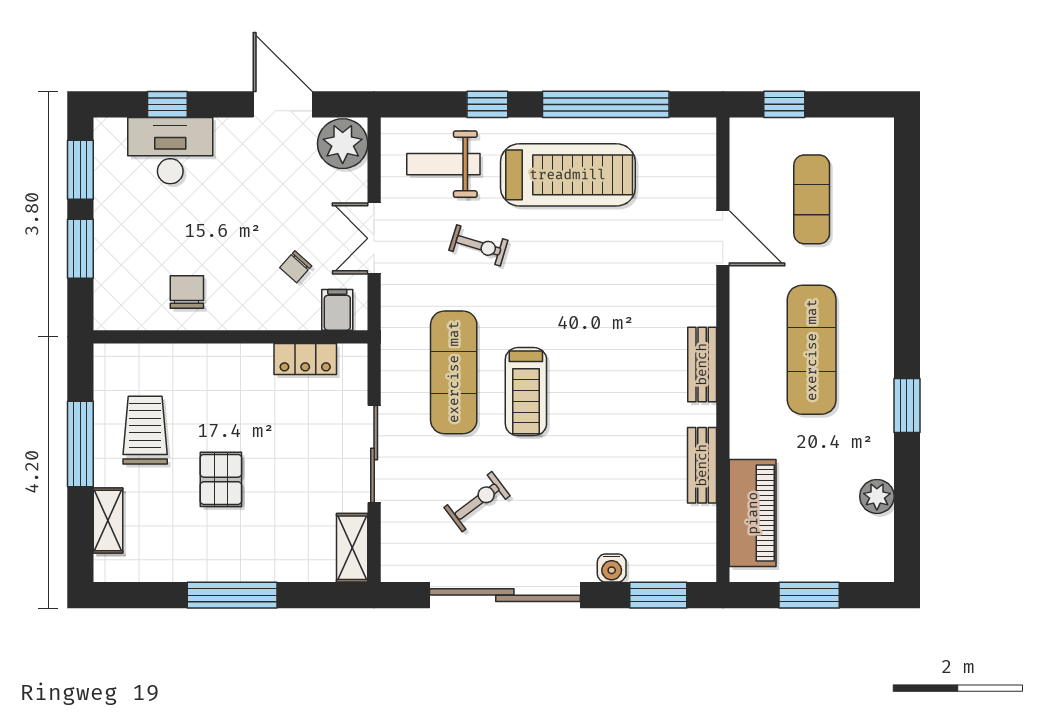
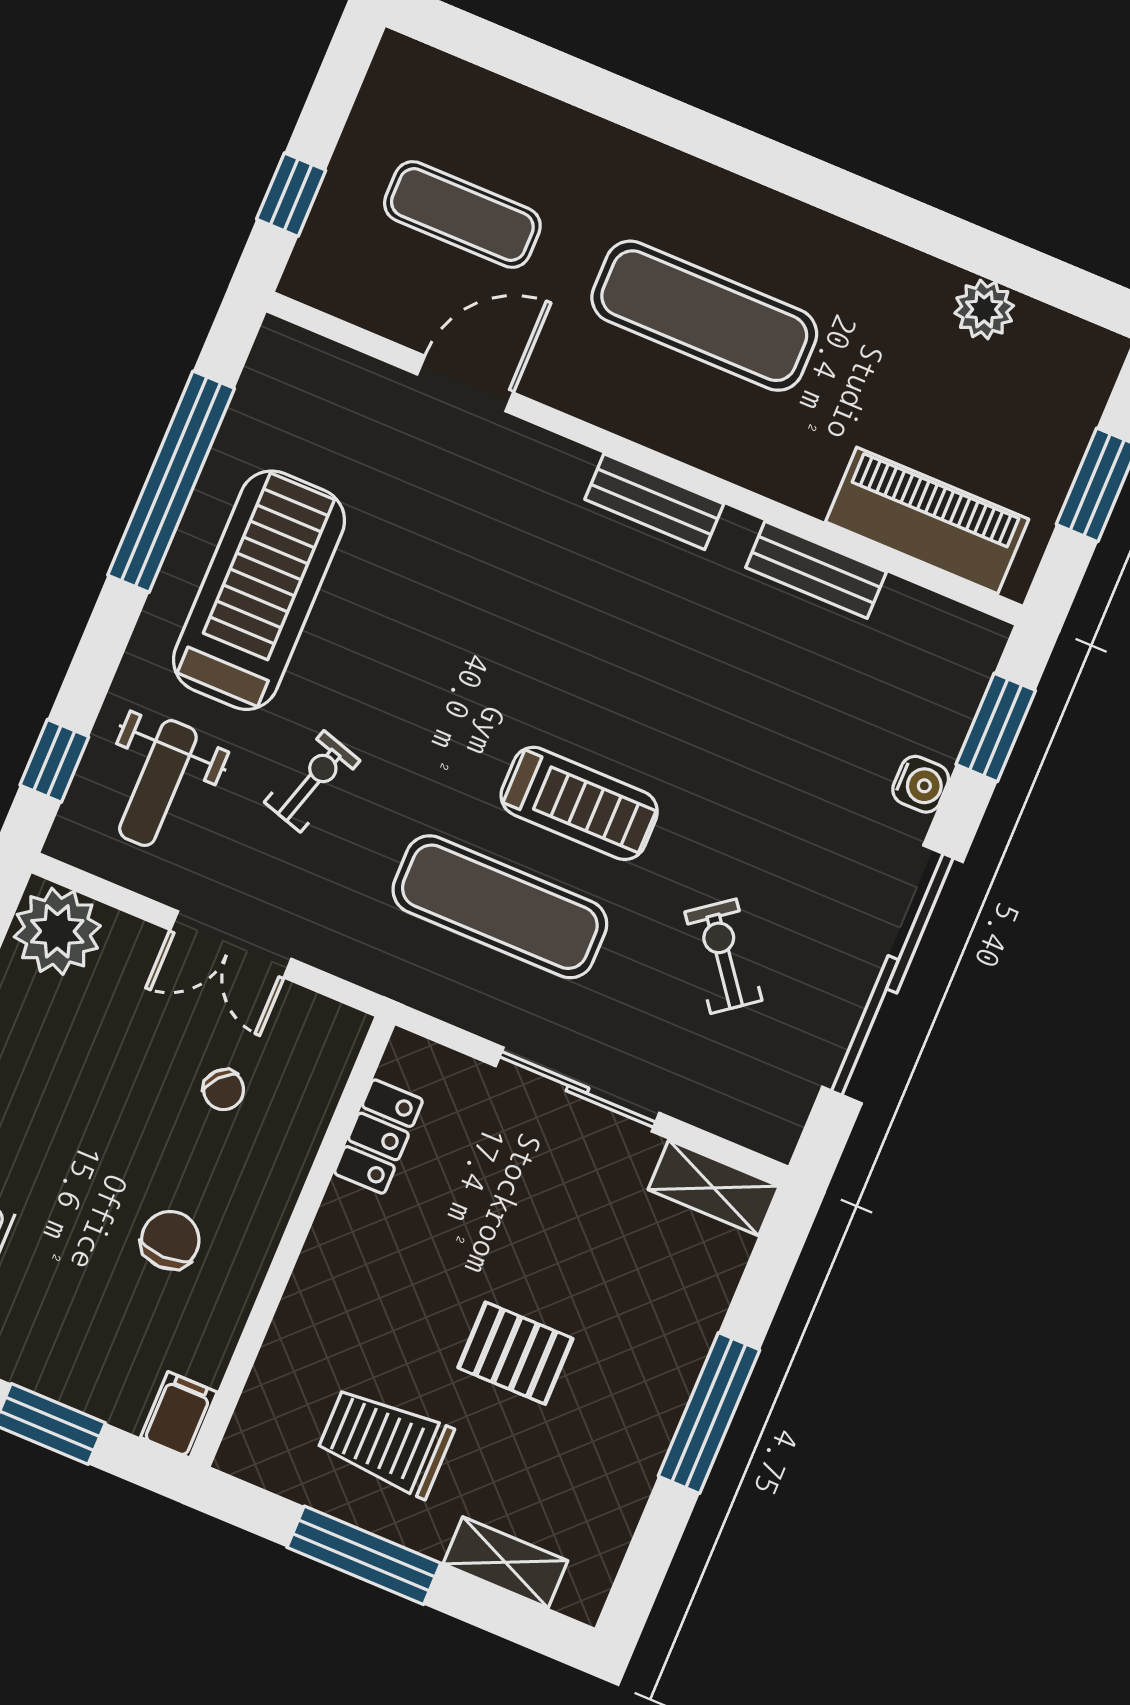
window: (487, 104) -> (54, 761), moved
chair: (187, 292) -> (170, 1240), moved, turned 90
filing cabinet: (337, 310) -> (179, 1415), moved, turned 90
window: (907, 405) -> (858, 200), removed

